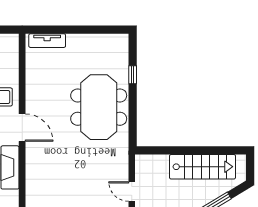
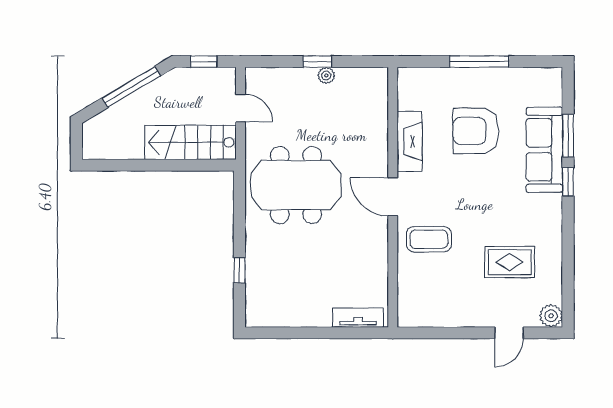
meeting table: (99, 107) -> (296, 185), moved, turned 90
stairs: (203, 167) -> (190, 142), moved

